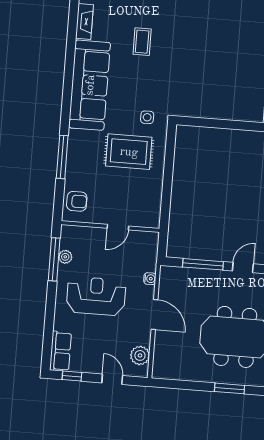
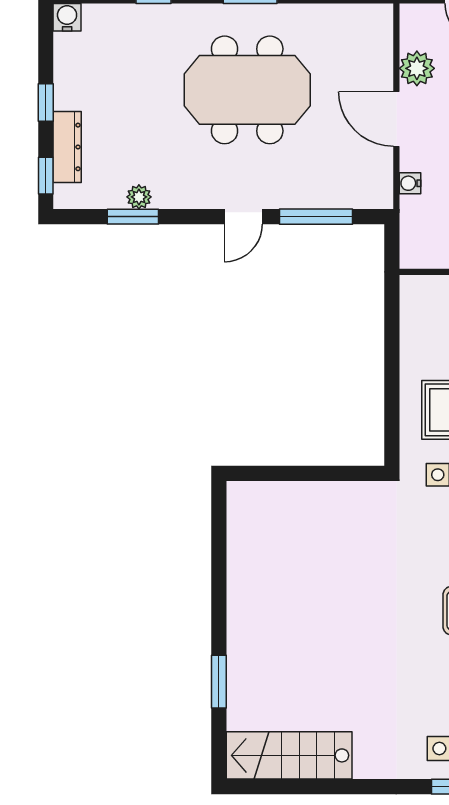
plant: (140, 355) -> (417, 68), moved

